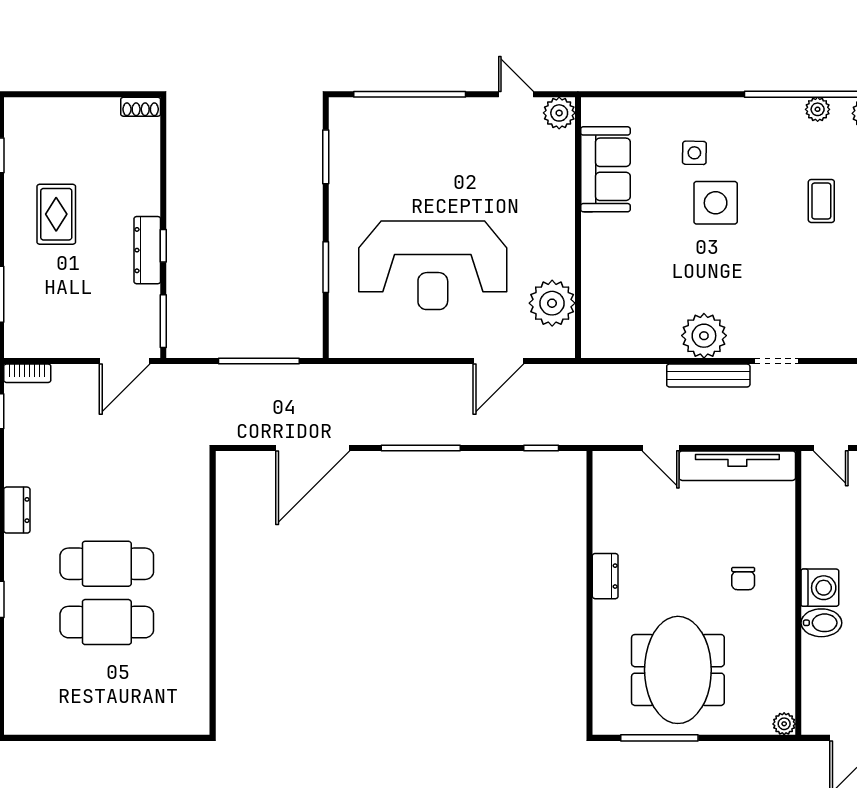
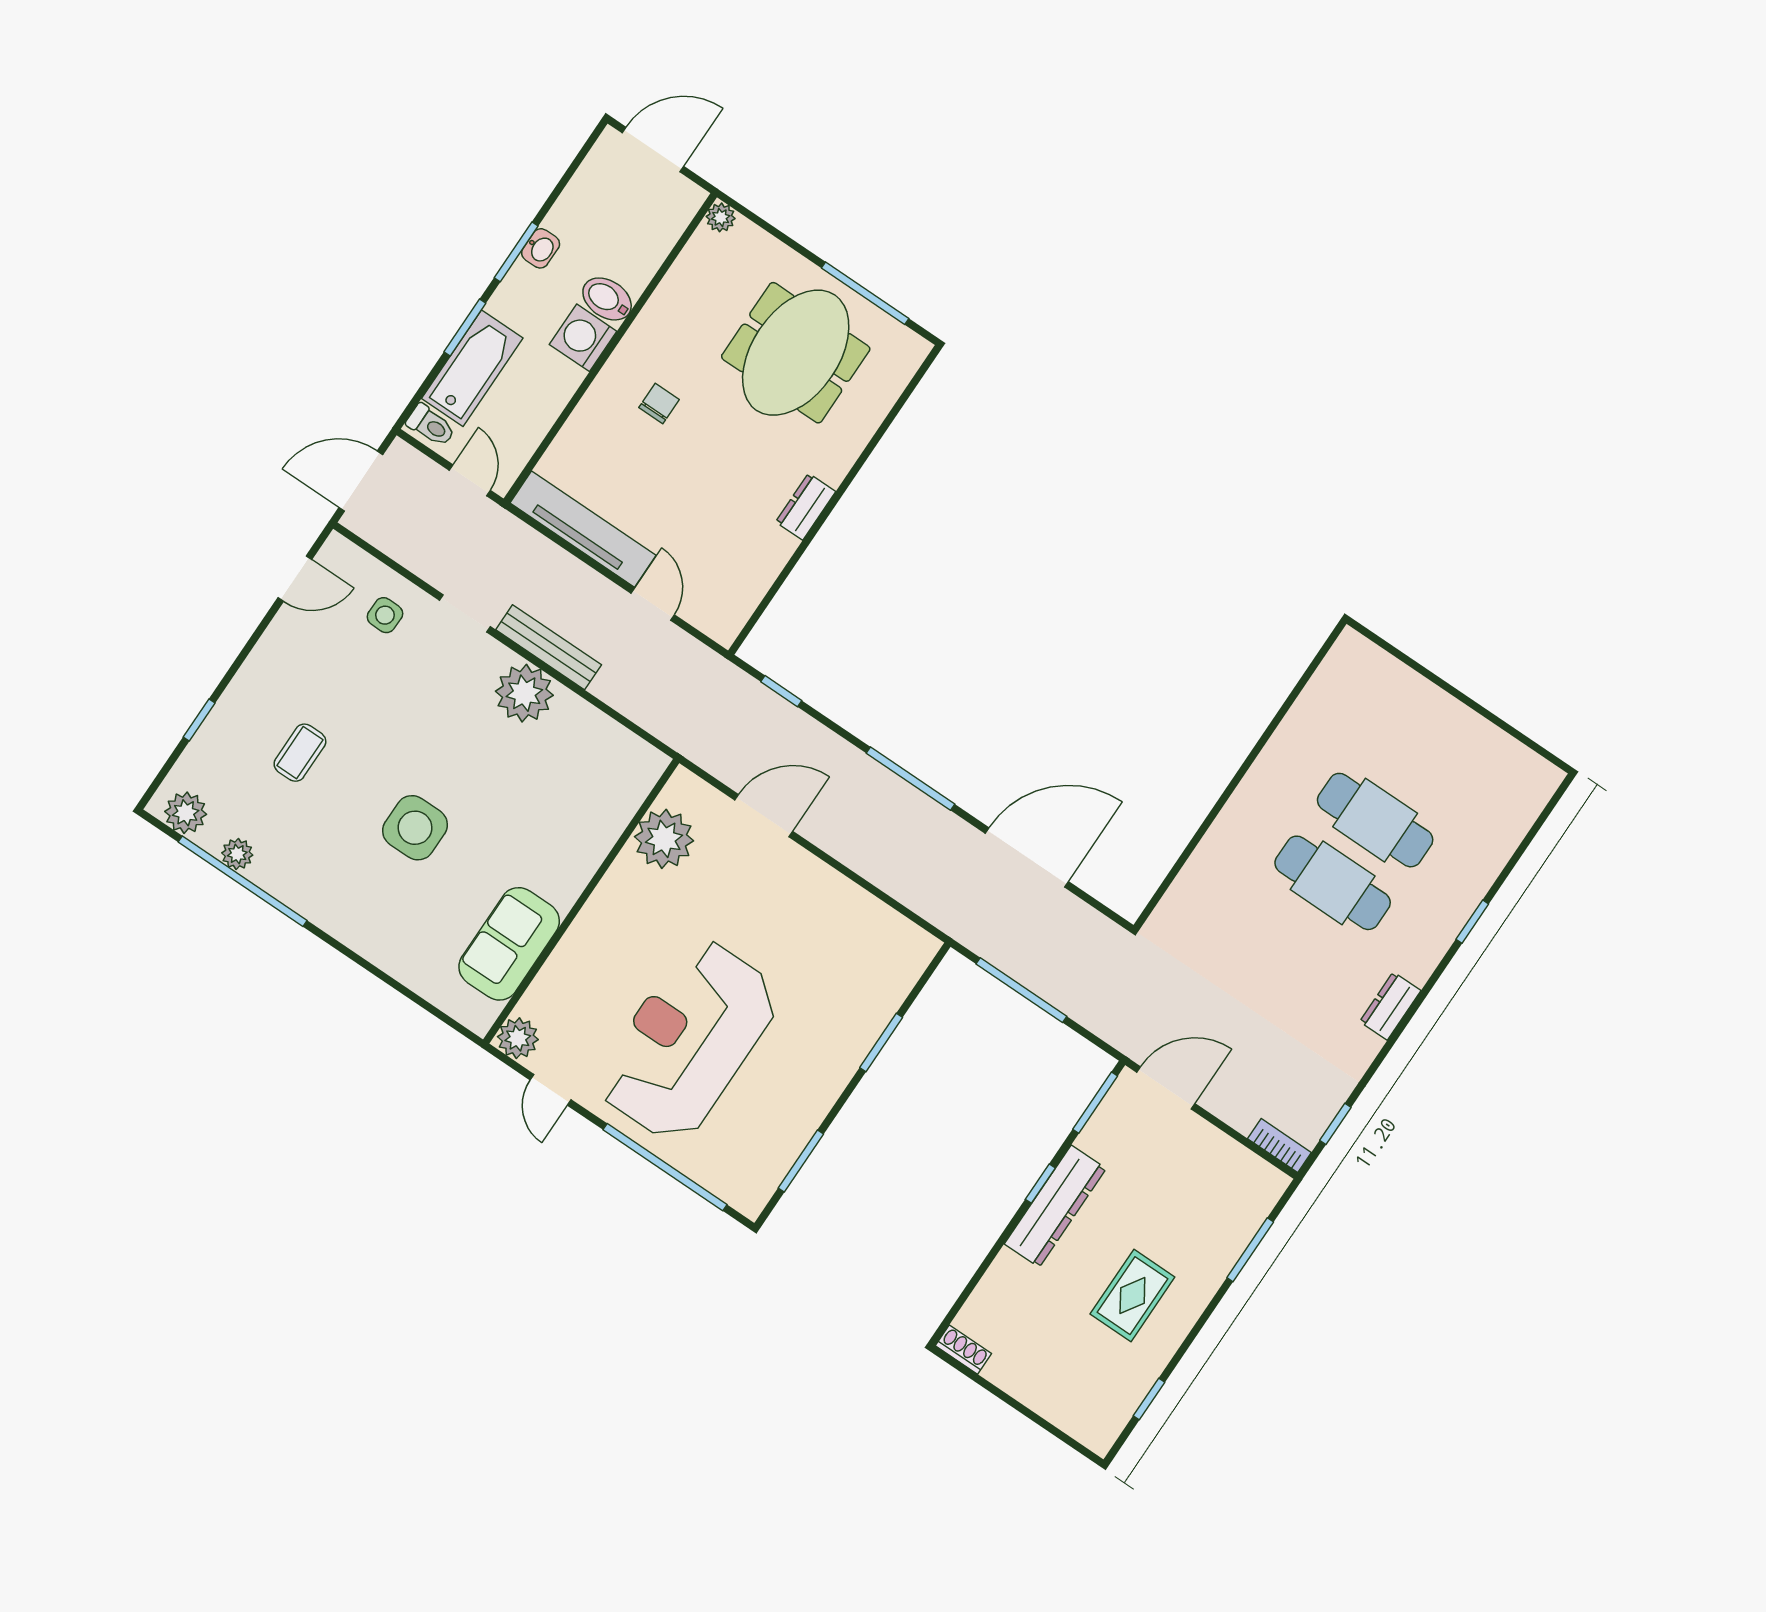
side table: (694, 153) -> (385, 615), moved
dresser: (147, 250) -> (1055, 1206), width x1.37, depth x1.24
reception desk: (433, 265) -> (688, 1040), moved, turned -90

